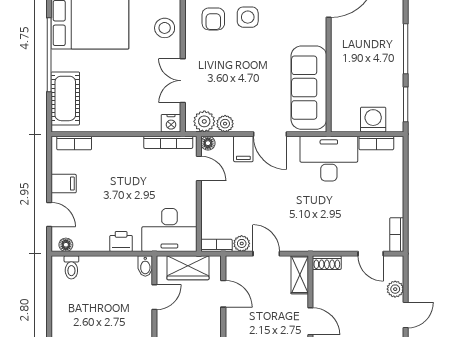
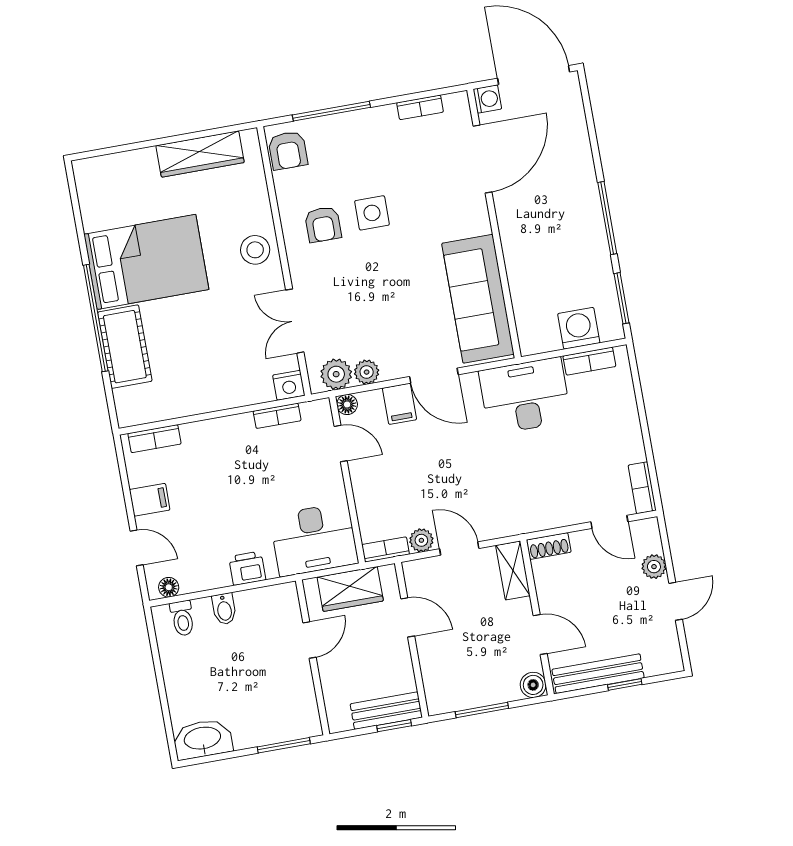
cot: (65, 98) -> (125, 347), moved
bookcase: (168, 142) -> (277, 416), width x0.64
bidet: (145, 266) -> (224, 609), moved

